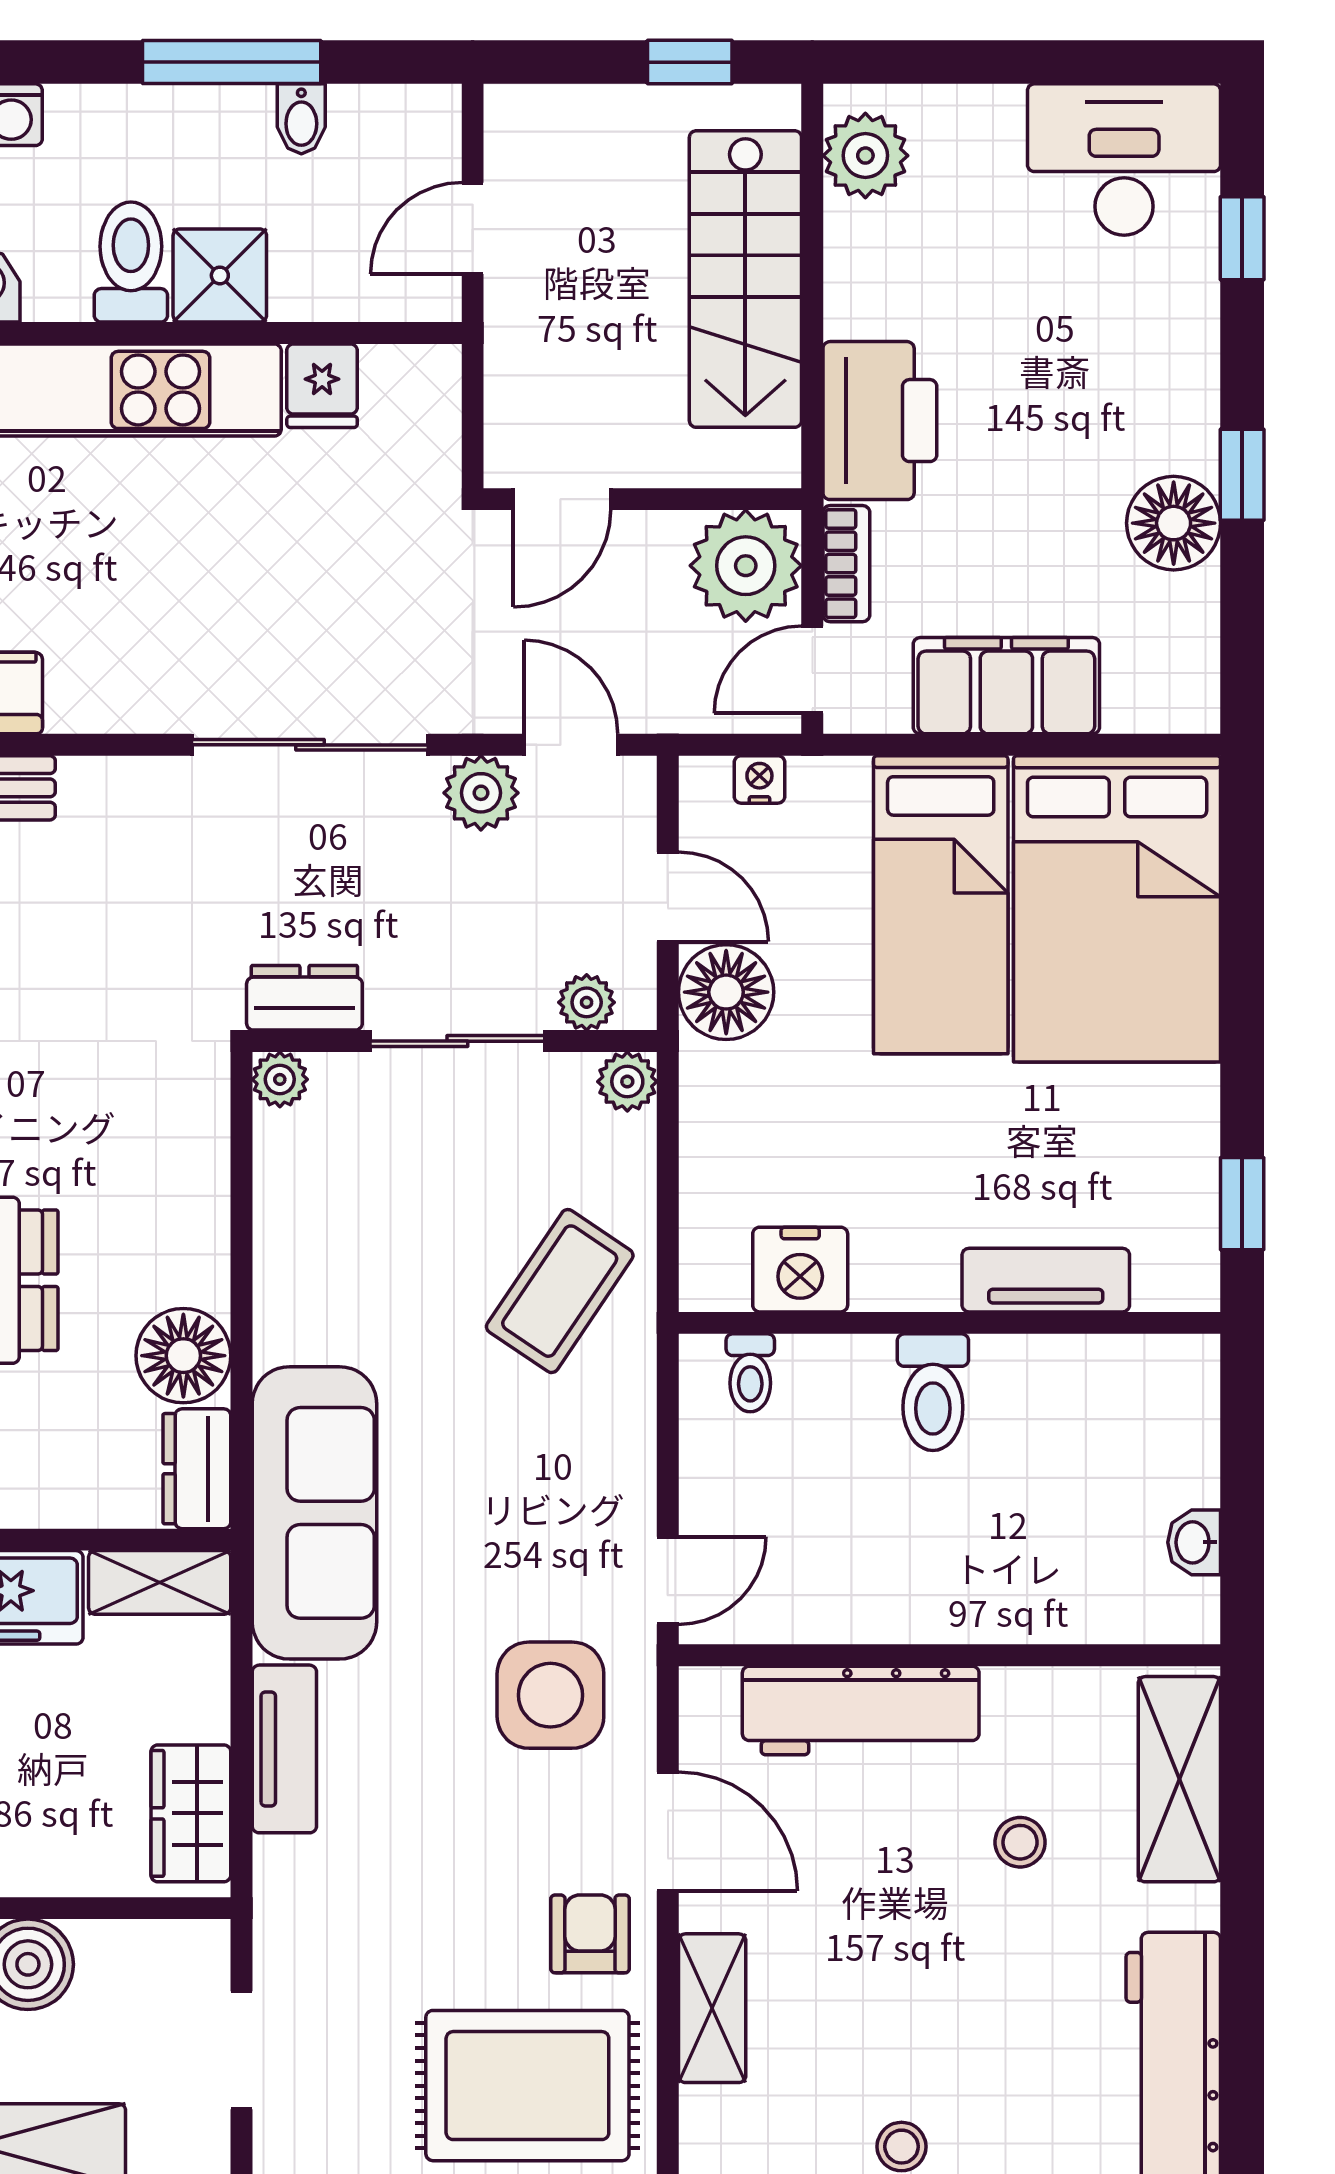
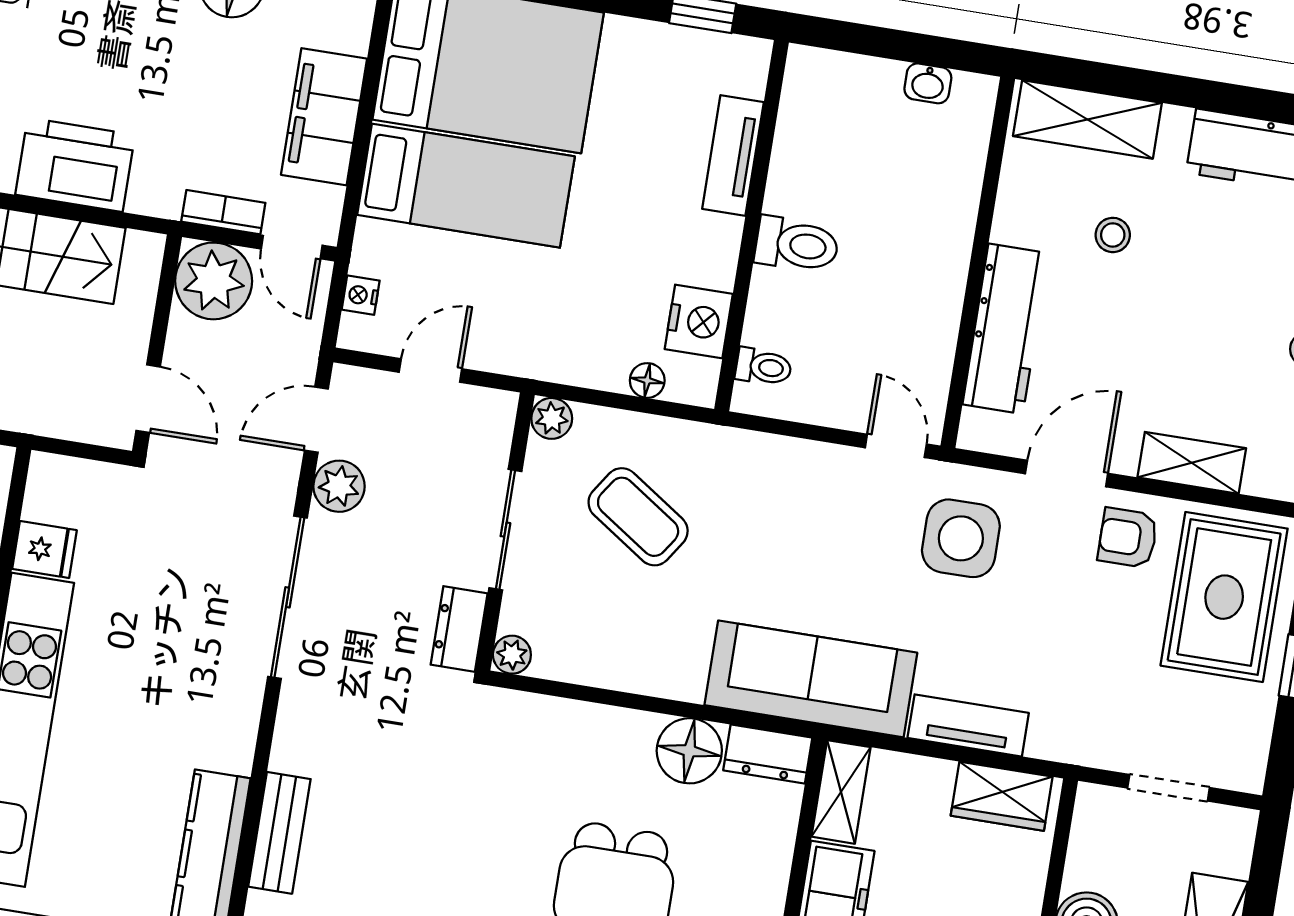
printer: (880, 421) -> (75, 165), moved
floor lamp: (726, 992) -> (647, 380), moved, width x0.53, depth x0.53
plant: (587, 1002) -> (493, 437), removed
coffee table: (560, 1291) -> (638, 517), moved

